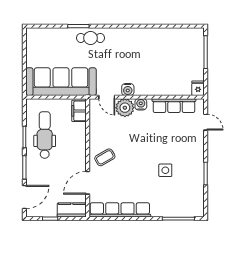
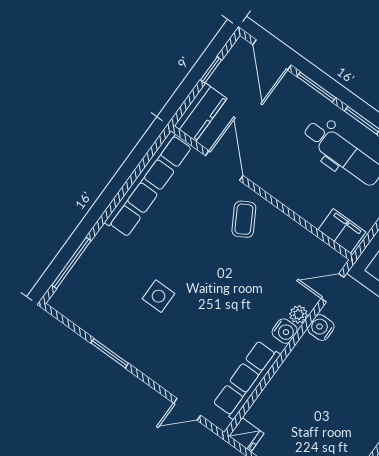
plant: (125, 108) -> (299, 314), width x0.53, depth x0.53

